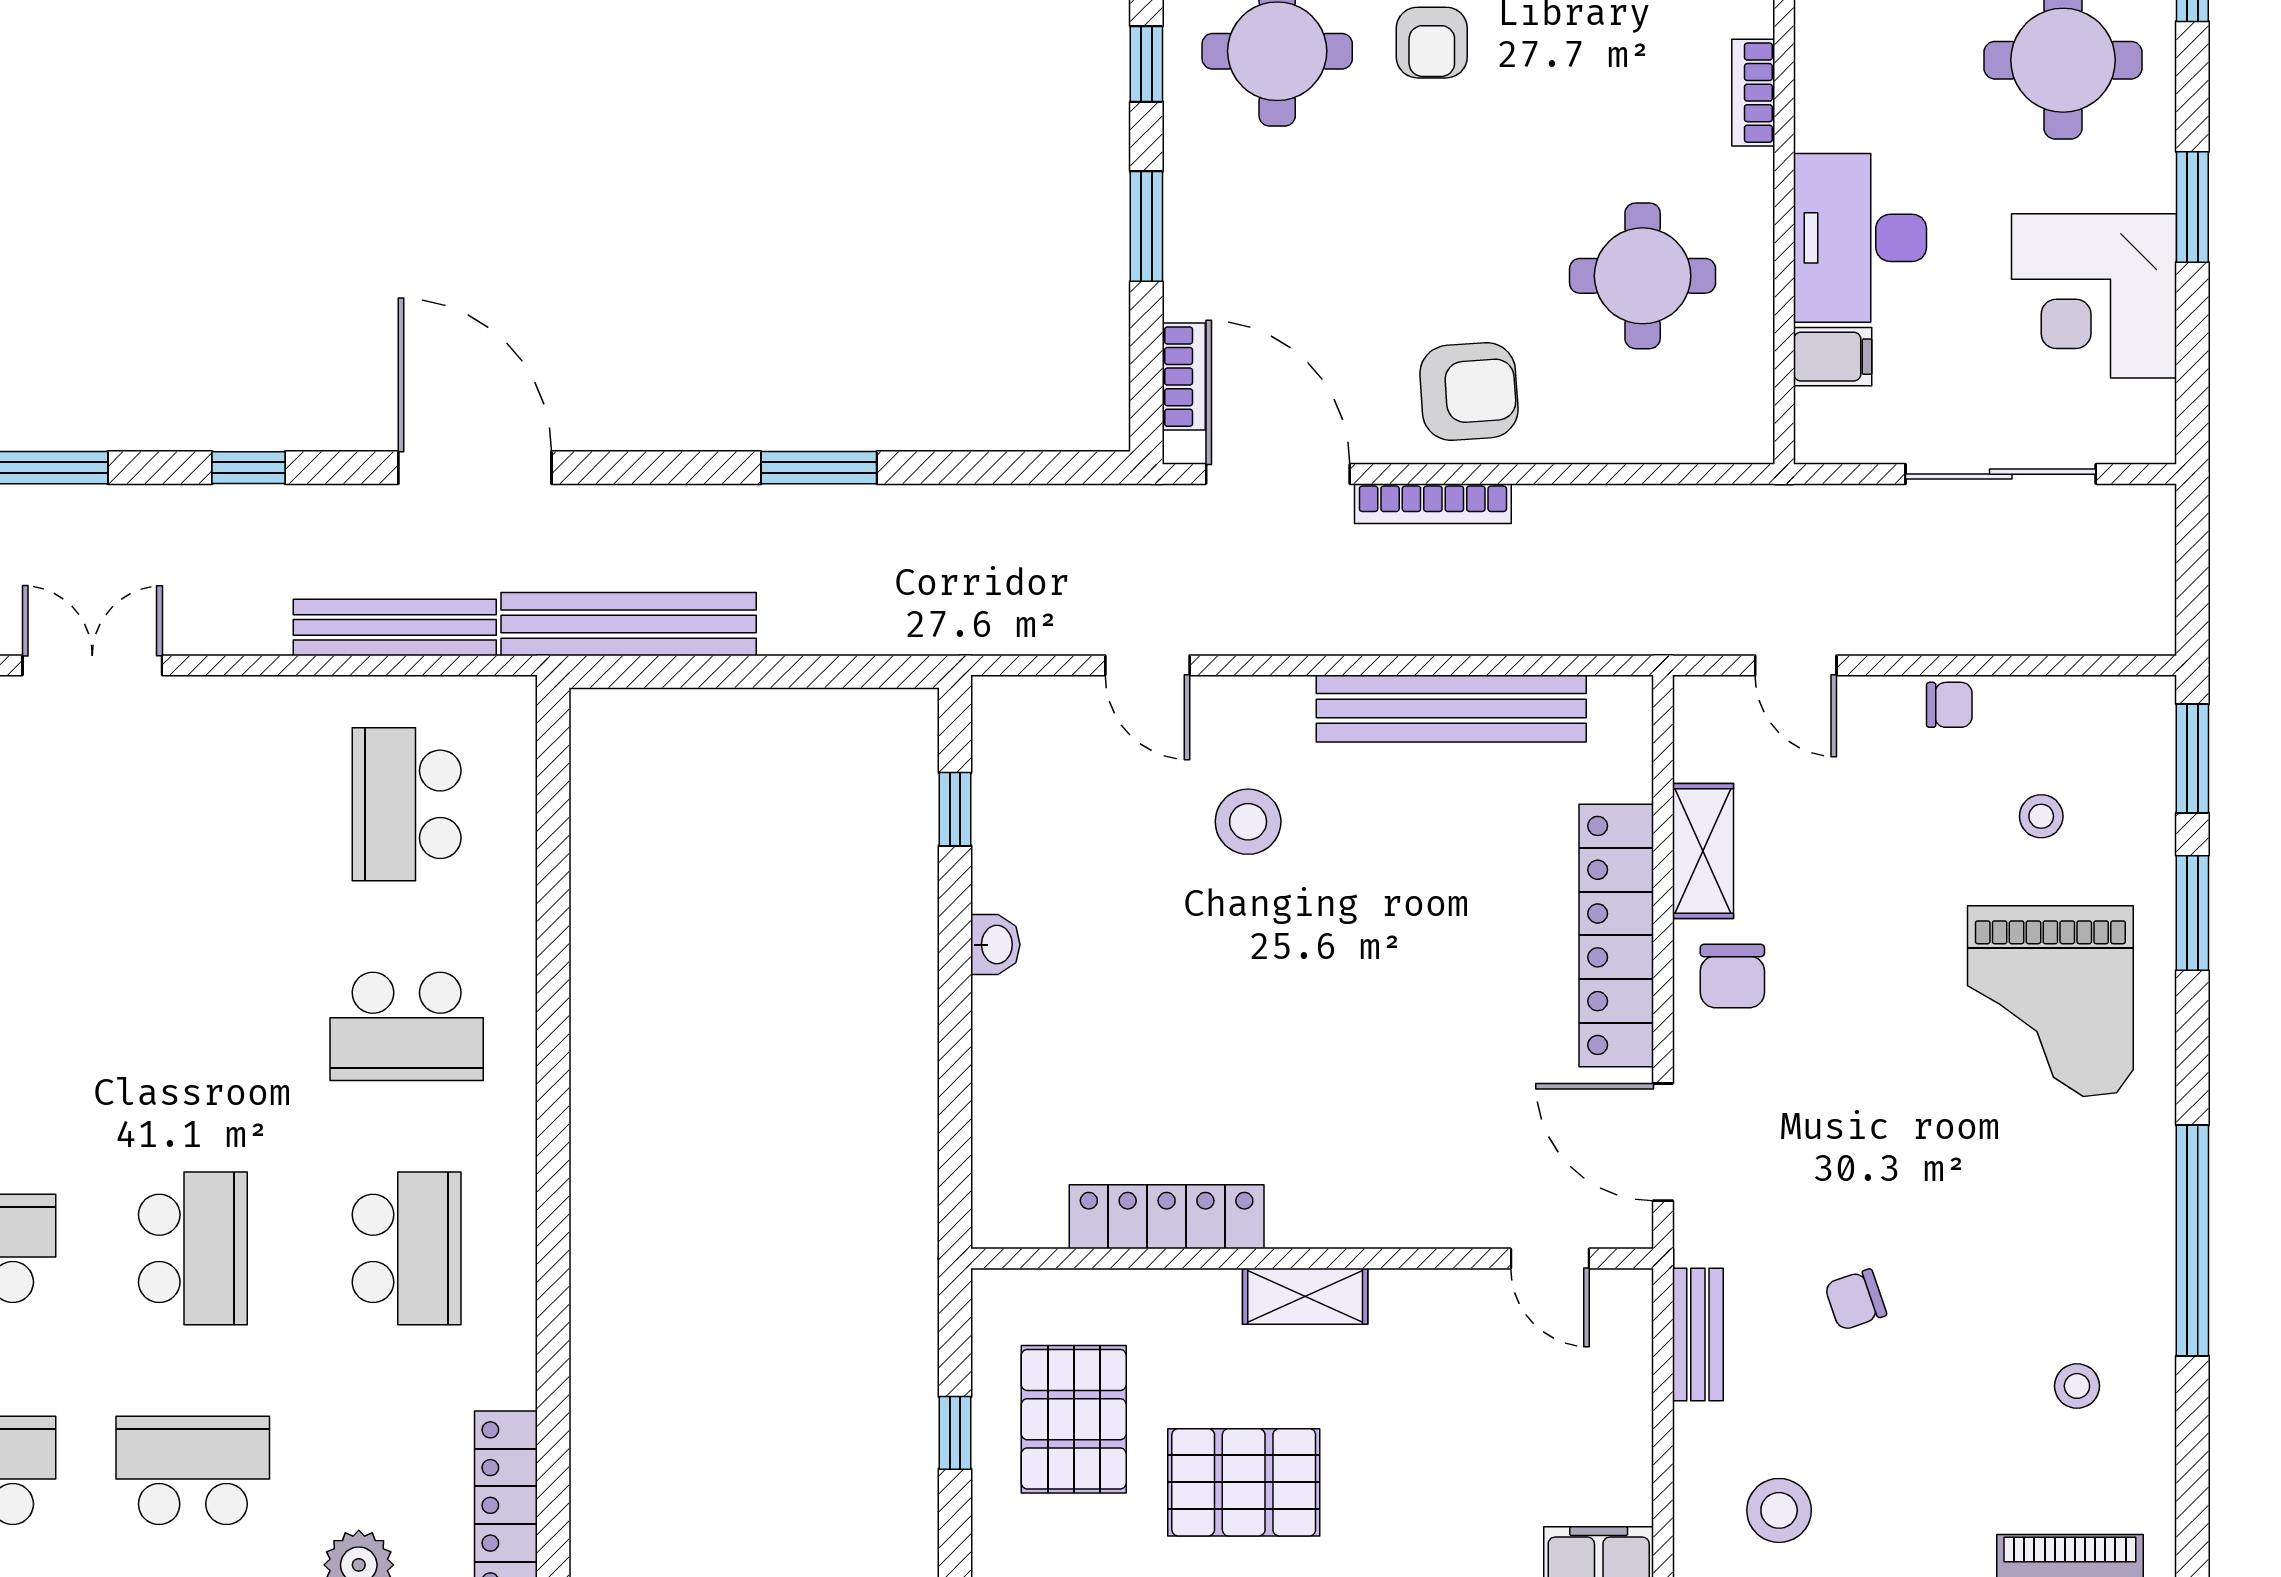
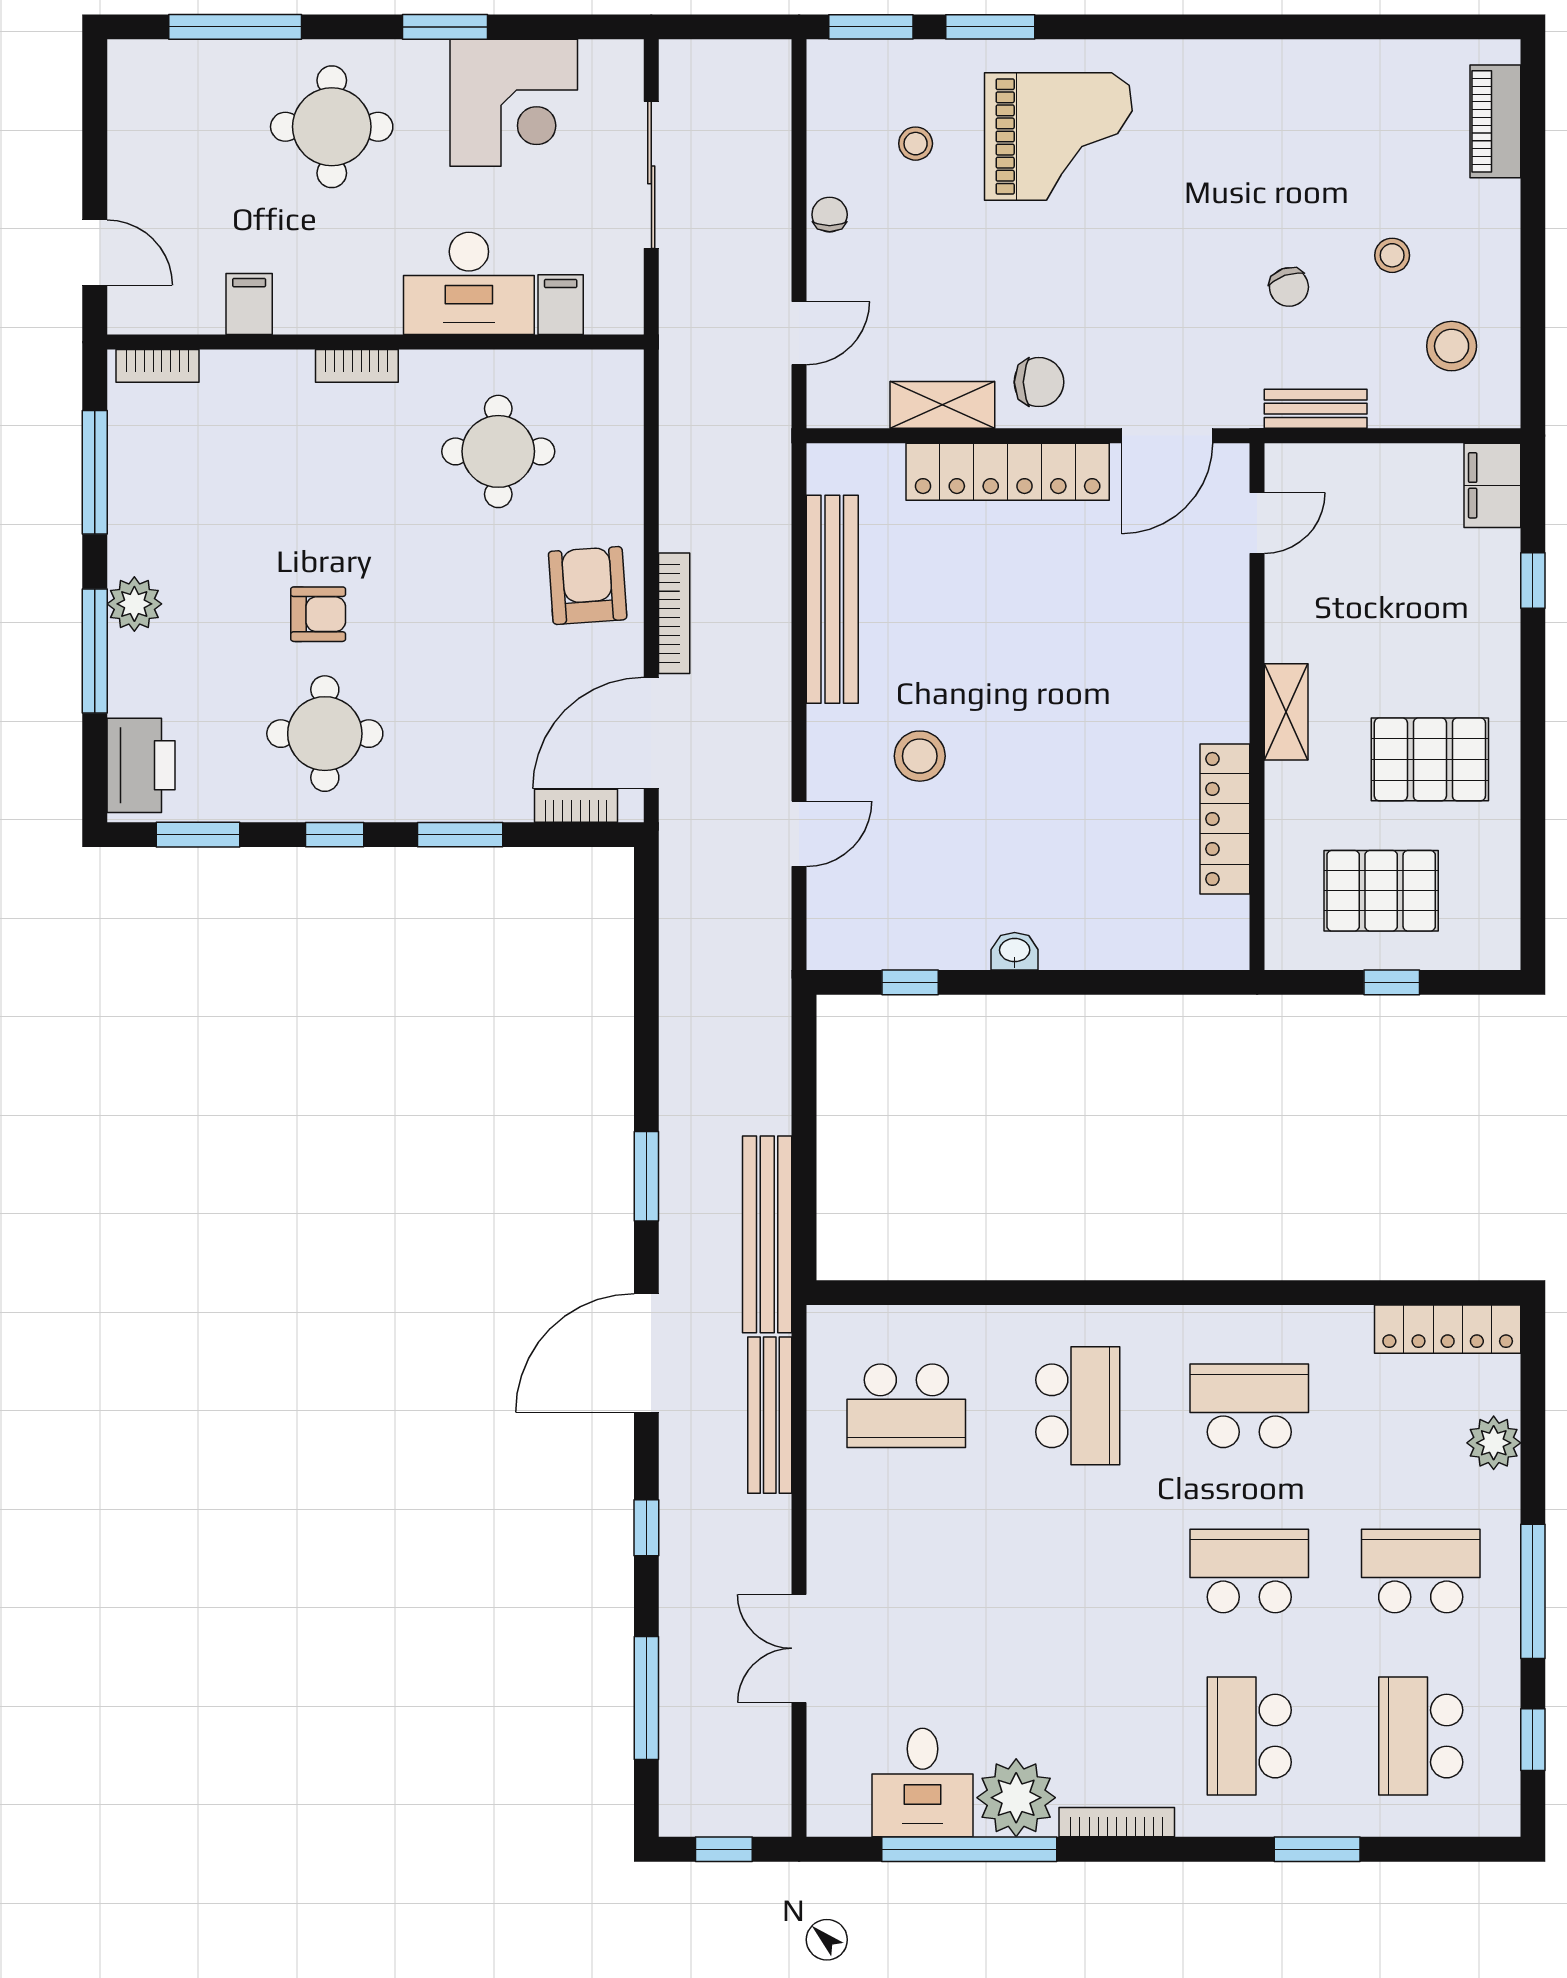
window: (819, 468) -> (646, 1176), moved
window: (2192, 1241) -> (1243, 27), removed
stool: (2077, 1386) -> (1392, 255), moved
school desk: (193, 1470) -> (1421, 1571), turned 90
pallet: (1244, 1482) -> (1430, 759), turned 90

